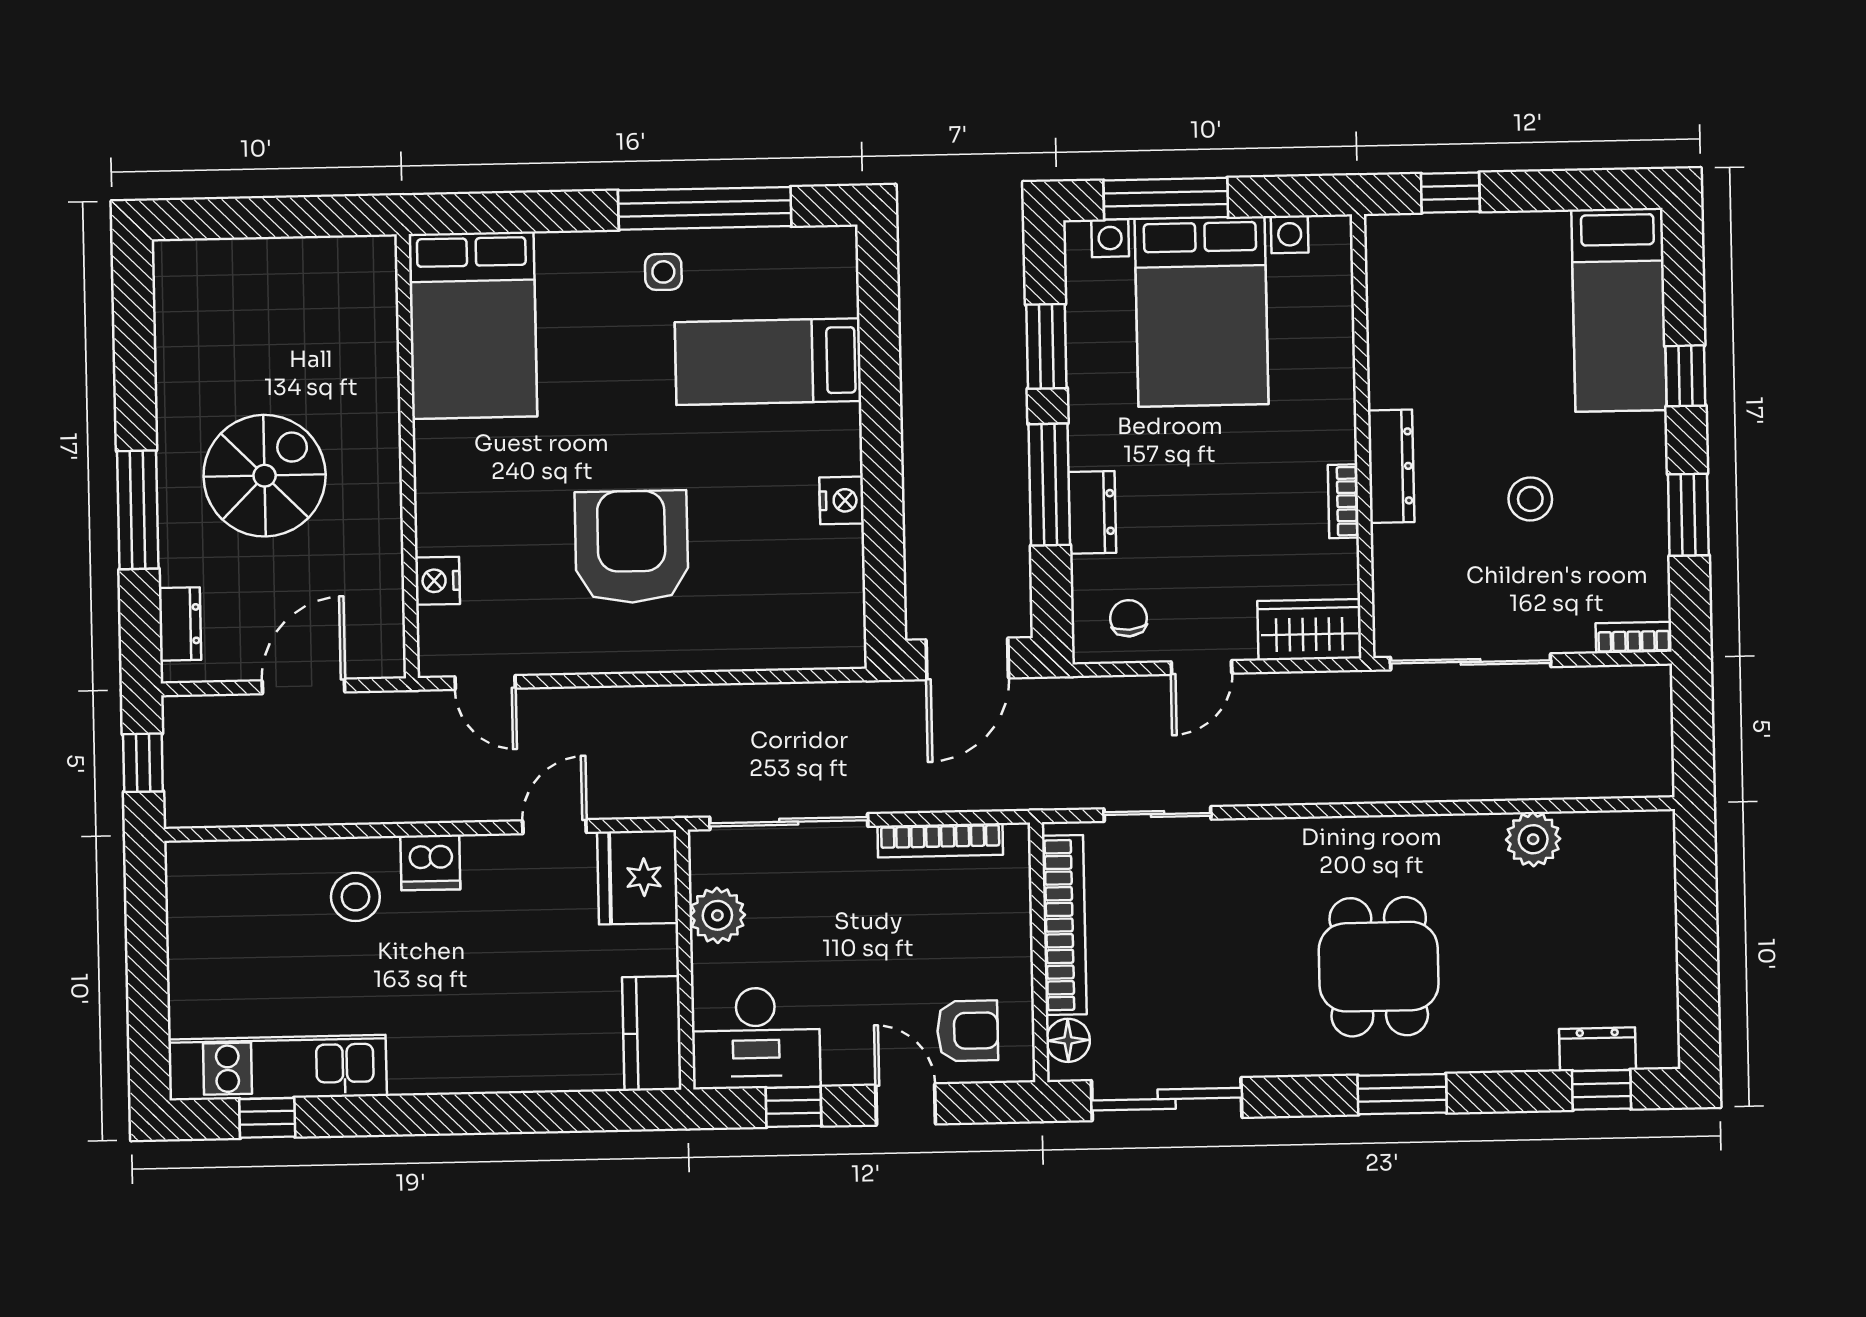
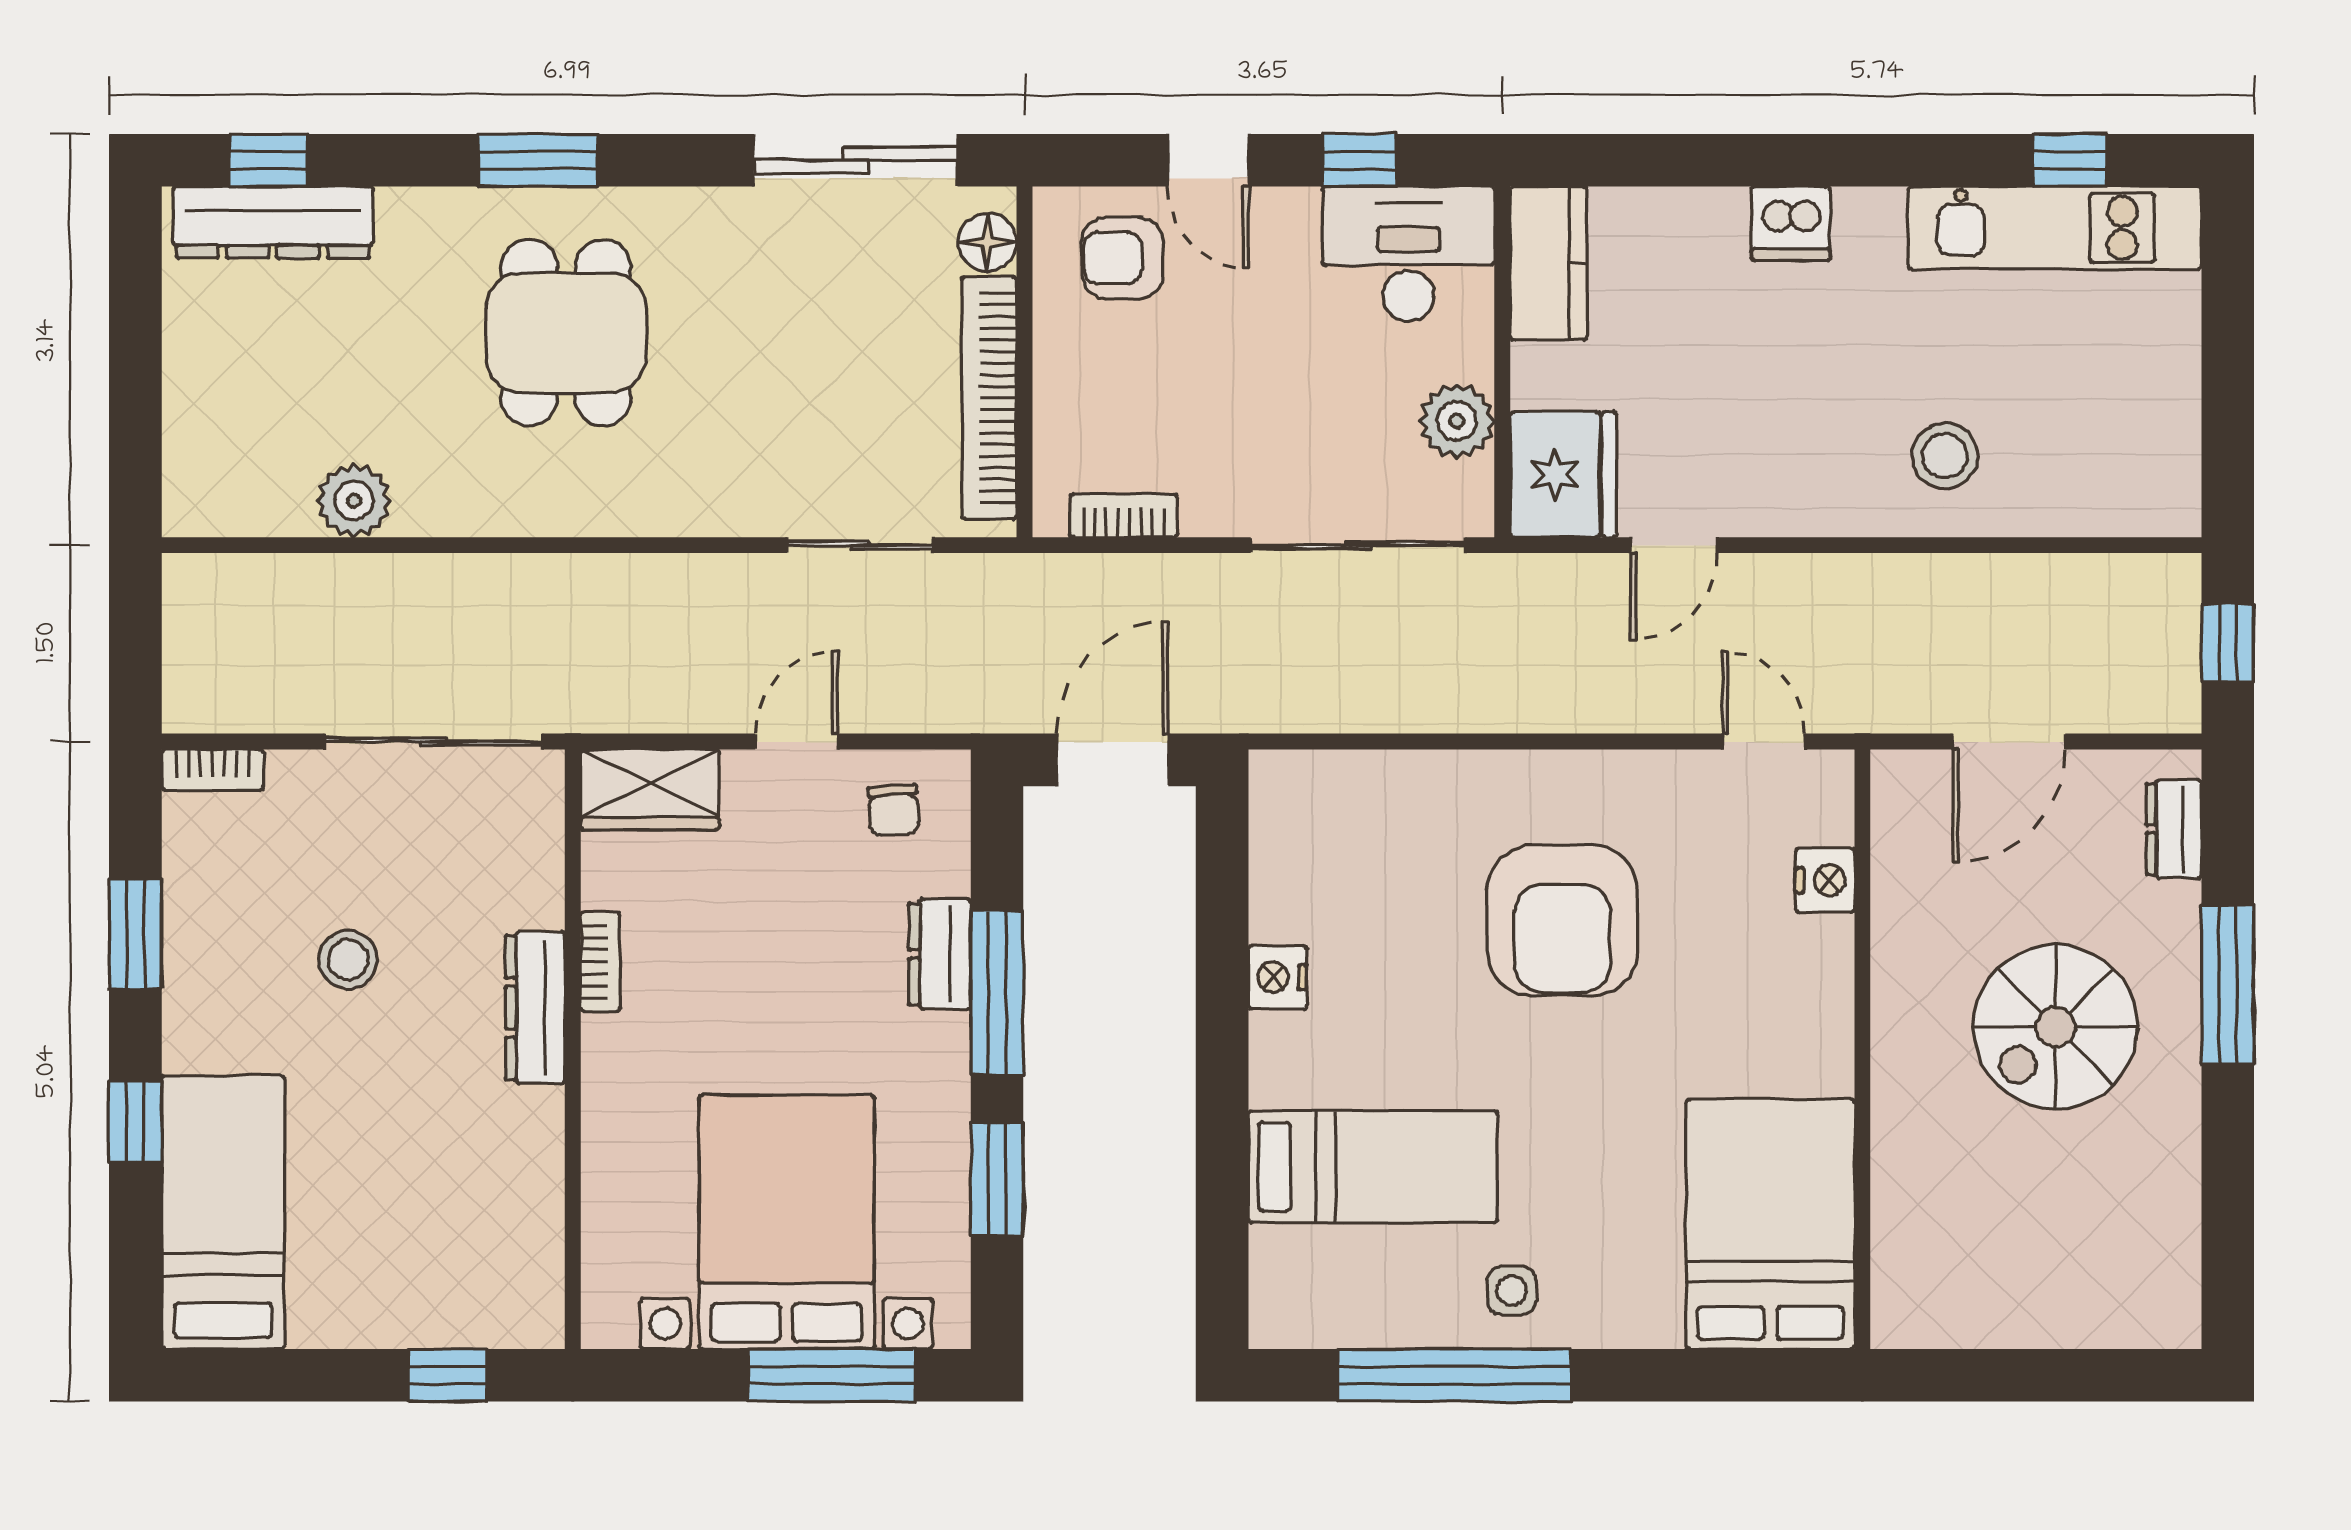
bookcase: (940, 840) -> (1124, 516), width x0.64
dishwasher: (430, 862) -> (1791, 223), moved, turned 180
dresser: (1598, 1049) -> (273, 222), width x1.96, depth x1.24

